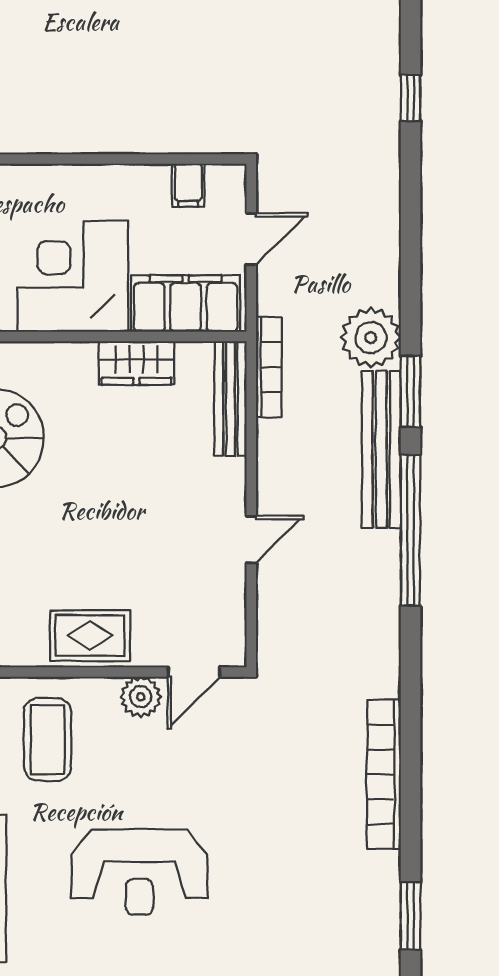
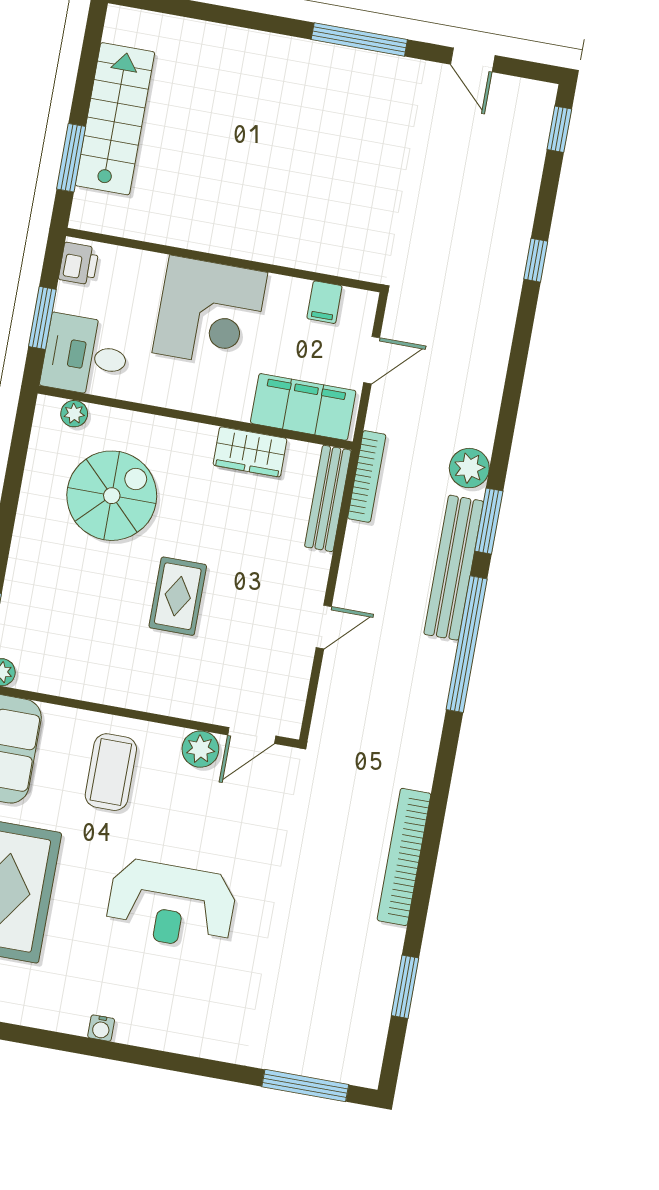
corner desk: (73, 276) -> (210, 313), moved, turned 180
plant: (371, 338) -> (469, 468), width x0.73, depth x0.73
rug: (90, 636) -> (178, 596), moved, turned 90

